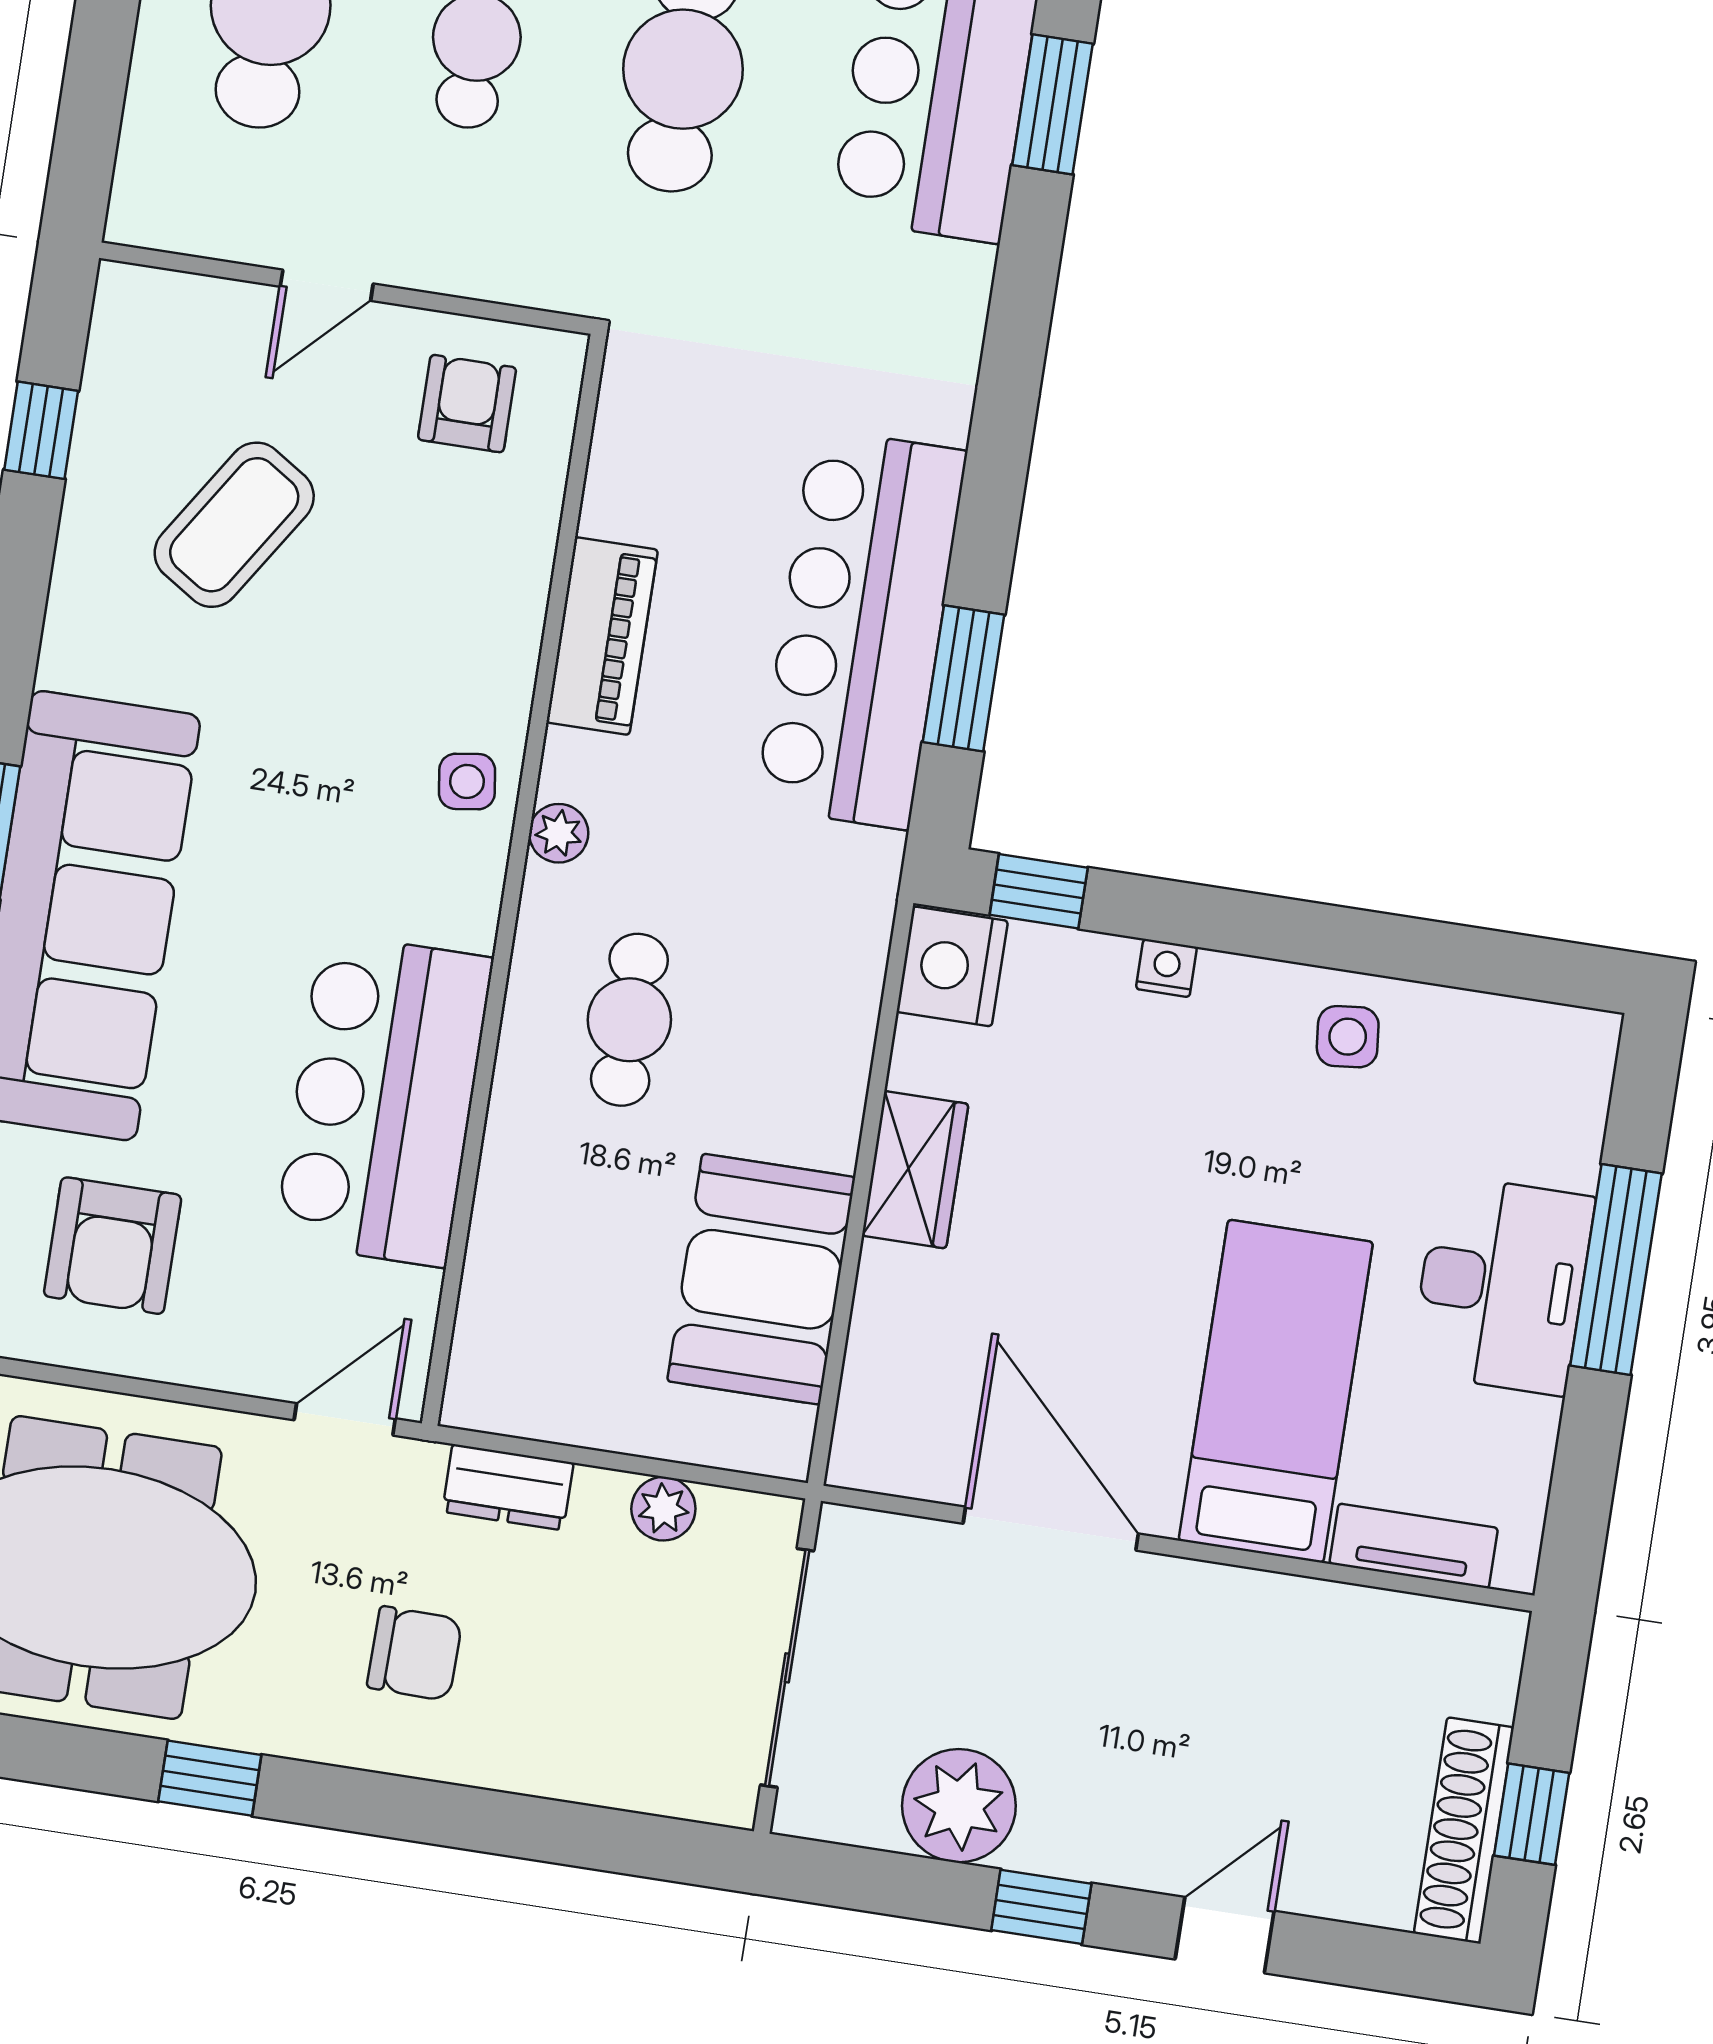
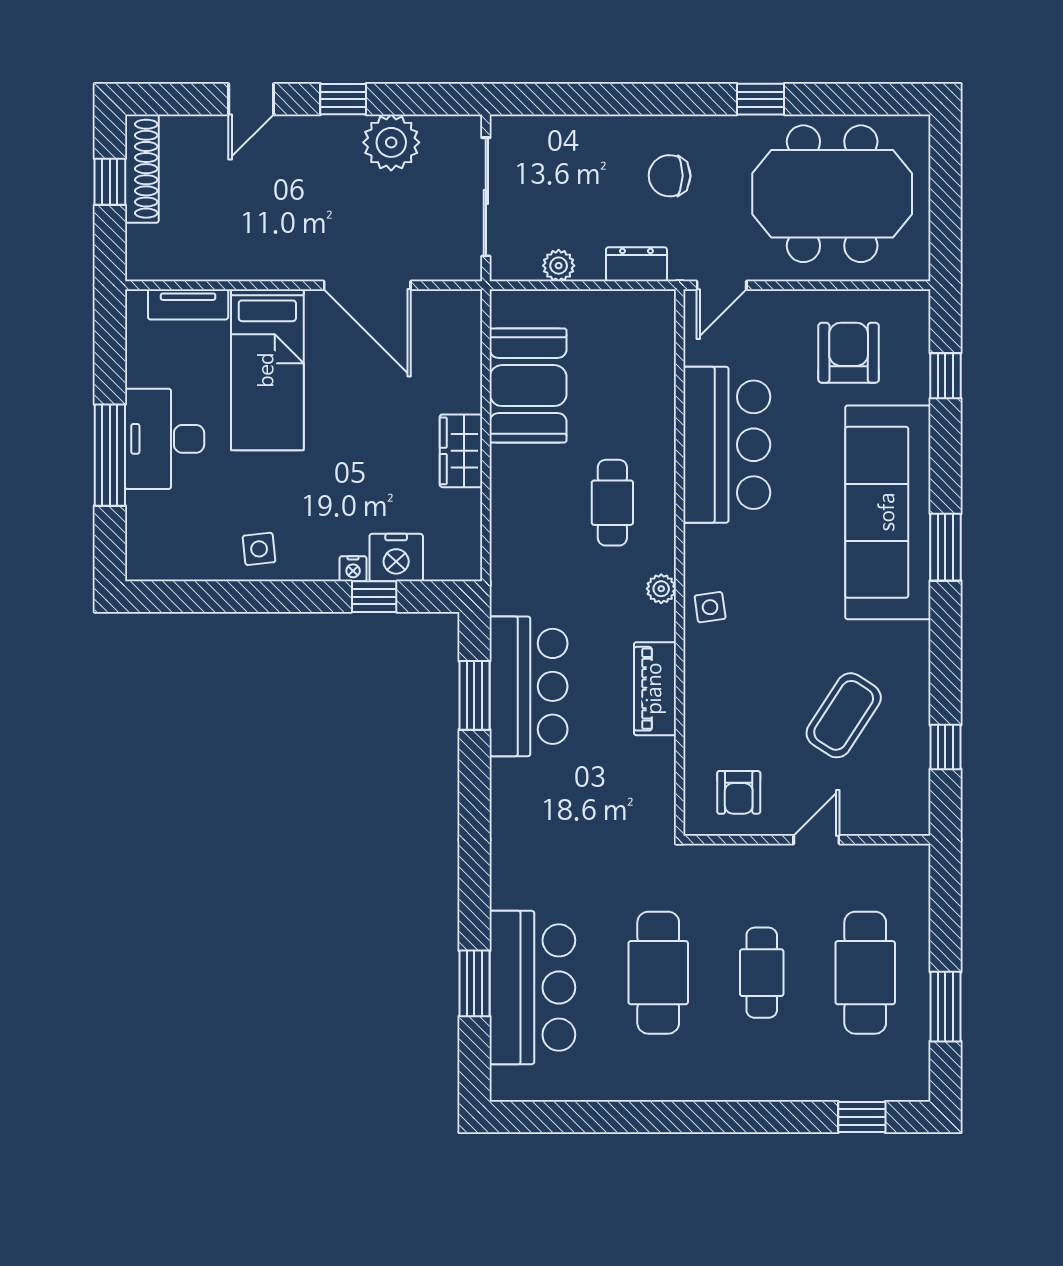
bar counter: (861, 629) -> (529, 686), width x0.73
window: (1039, 891) -> (374, 597), moved
nightstand: (952, 966) -> (396, 558), moved, turned 90

